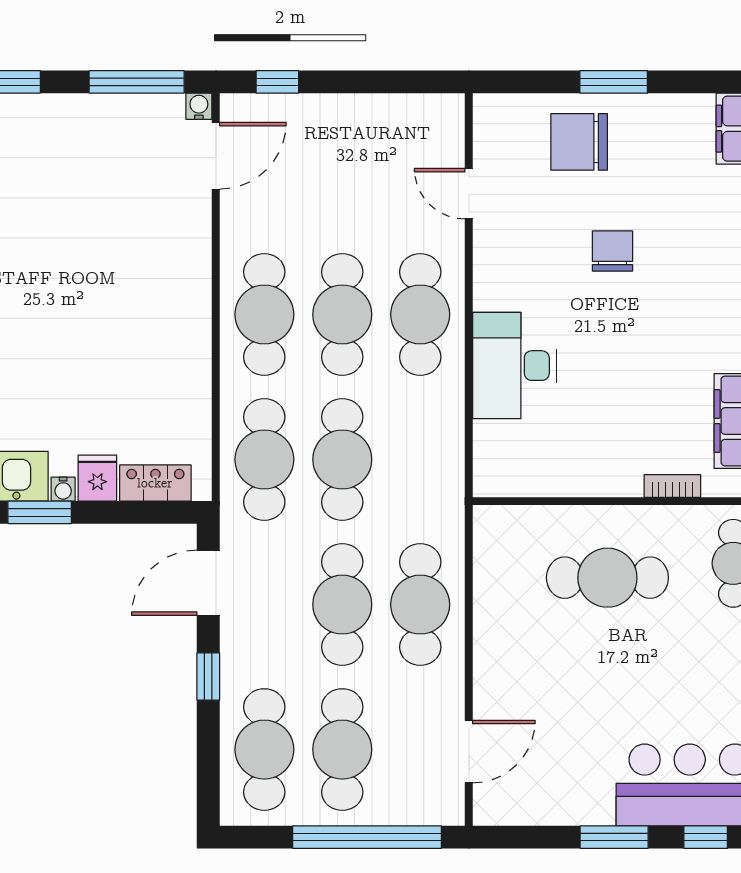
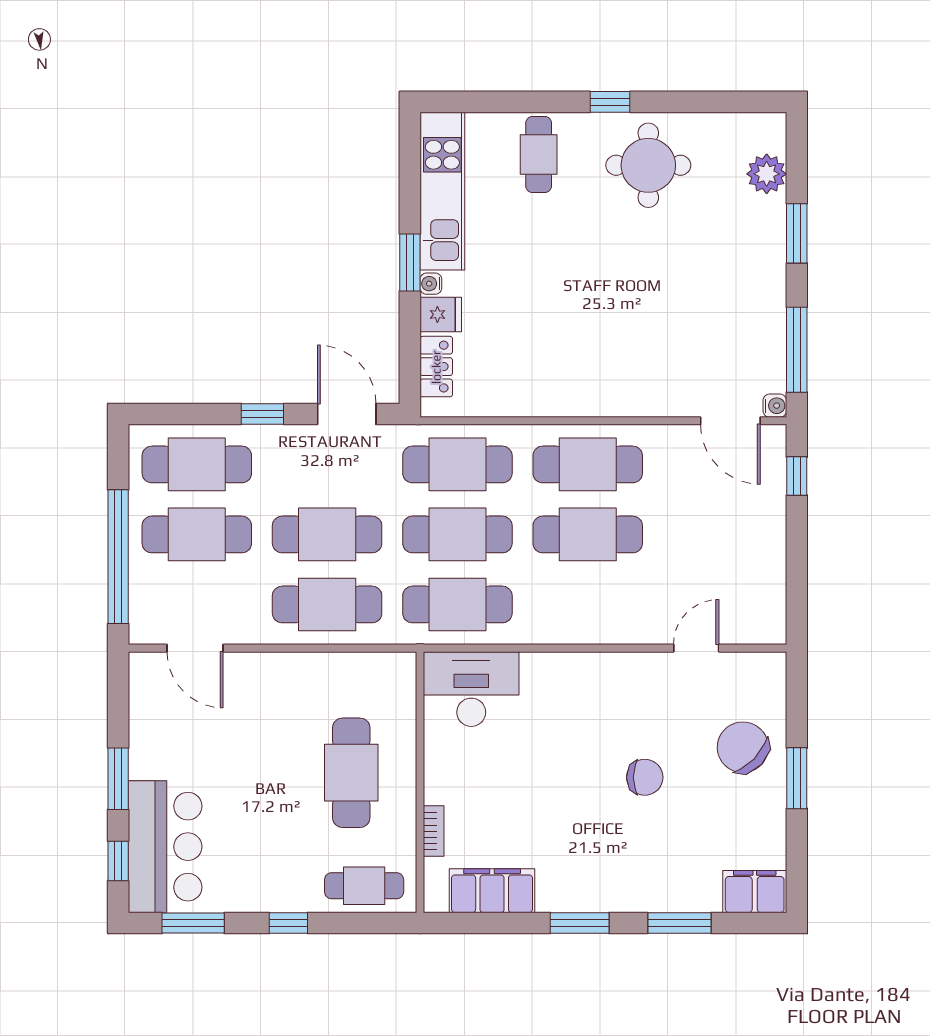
chair: (579, 142) -> (743, 747), turned -46
cafe table: (420, 314) -> (457, 604), moved
desk: (514, 366) -> (471, 689), moved

